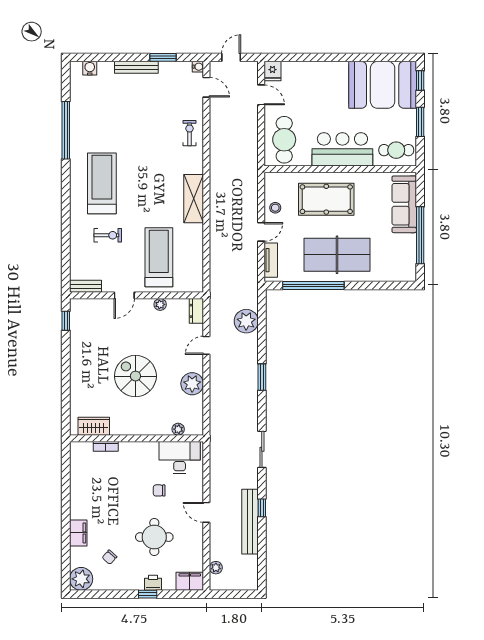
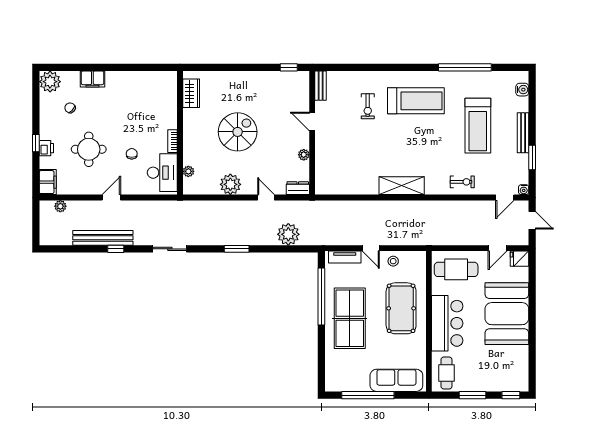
booth: (383, 85) -> (507, 314), moved
treadmill: (159, 257) -> (478, 126), moved, turned 90
bookcase: (106, 446) -> (173, 141), moved

